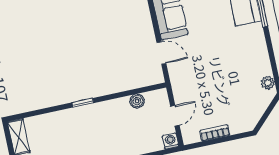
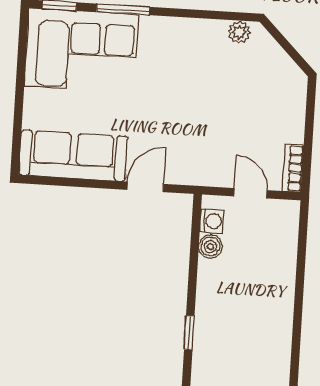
bookcase: (215, 133) -> (293, 168), moved
washing machine: (170, 141) -> (212, 221), moved, turned 180

